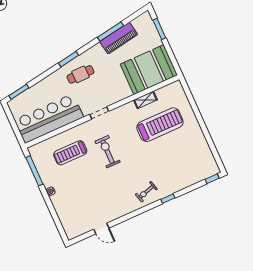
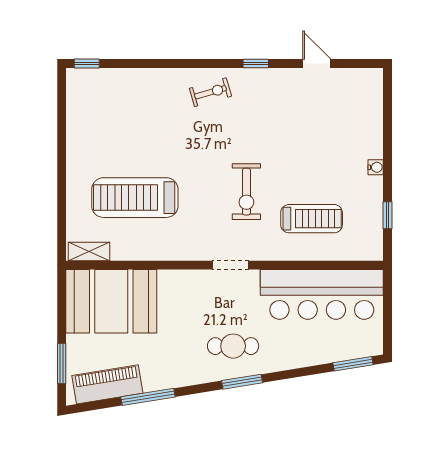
piano: (119, 38) -> (107, 384), moved
shelving: (145, 100) -> (89, 252), moved
window: (34, 171) -> (388, 215), width x0.46
window: (168, 199) -> (256, 64), moved

